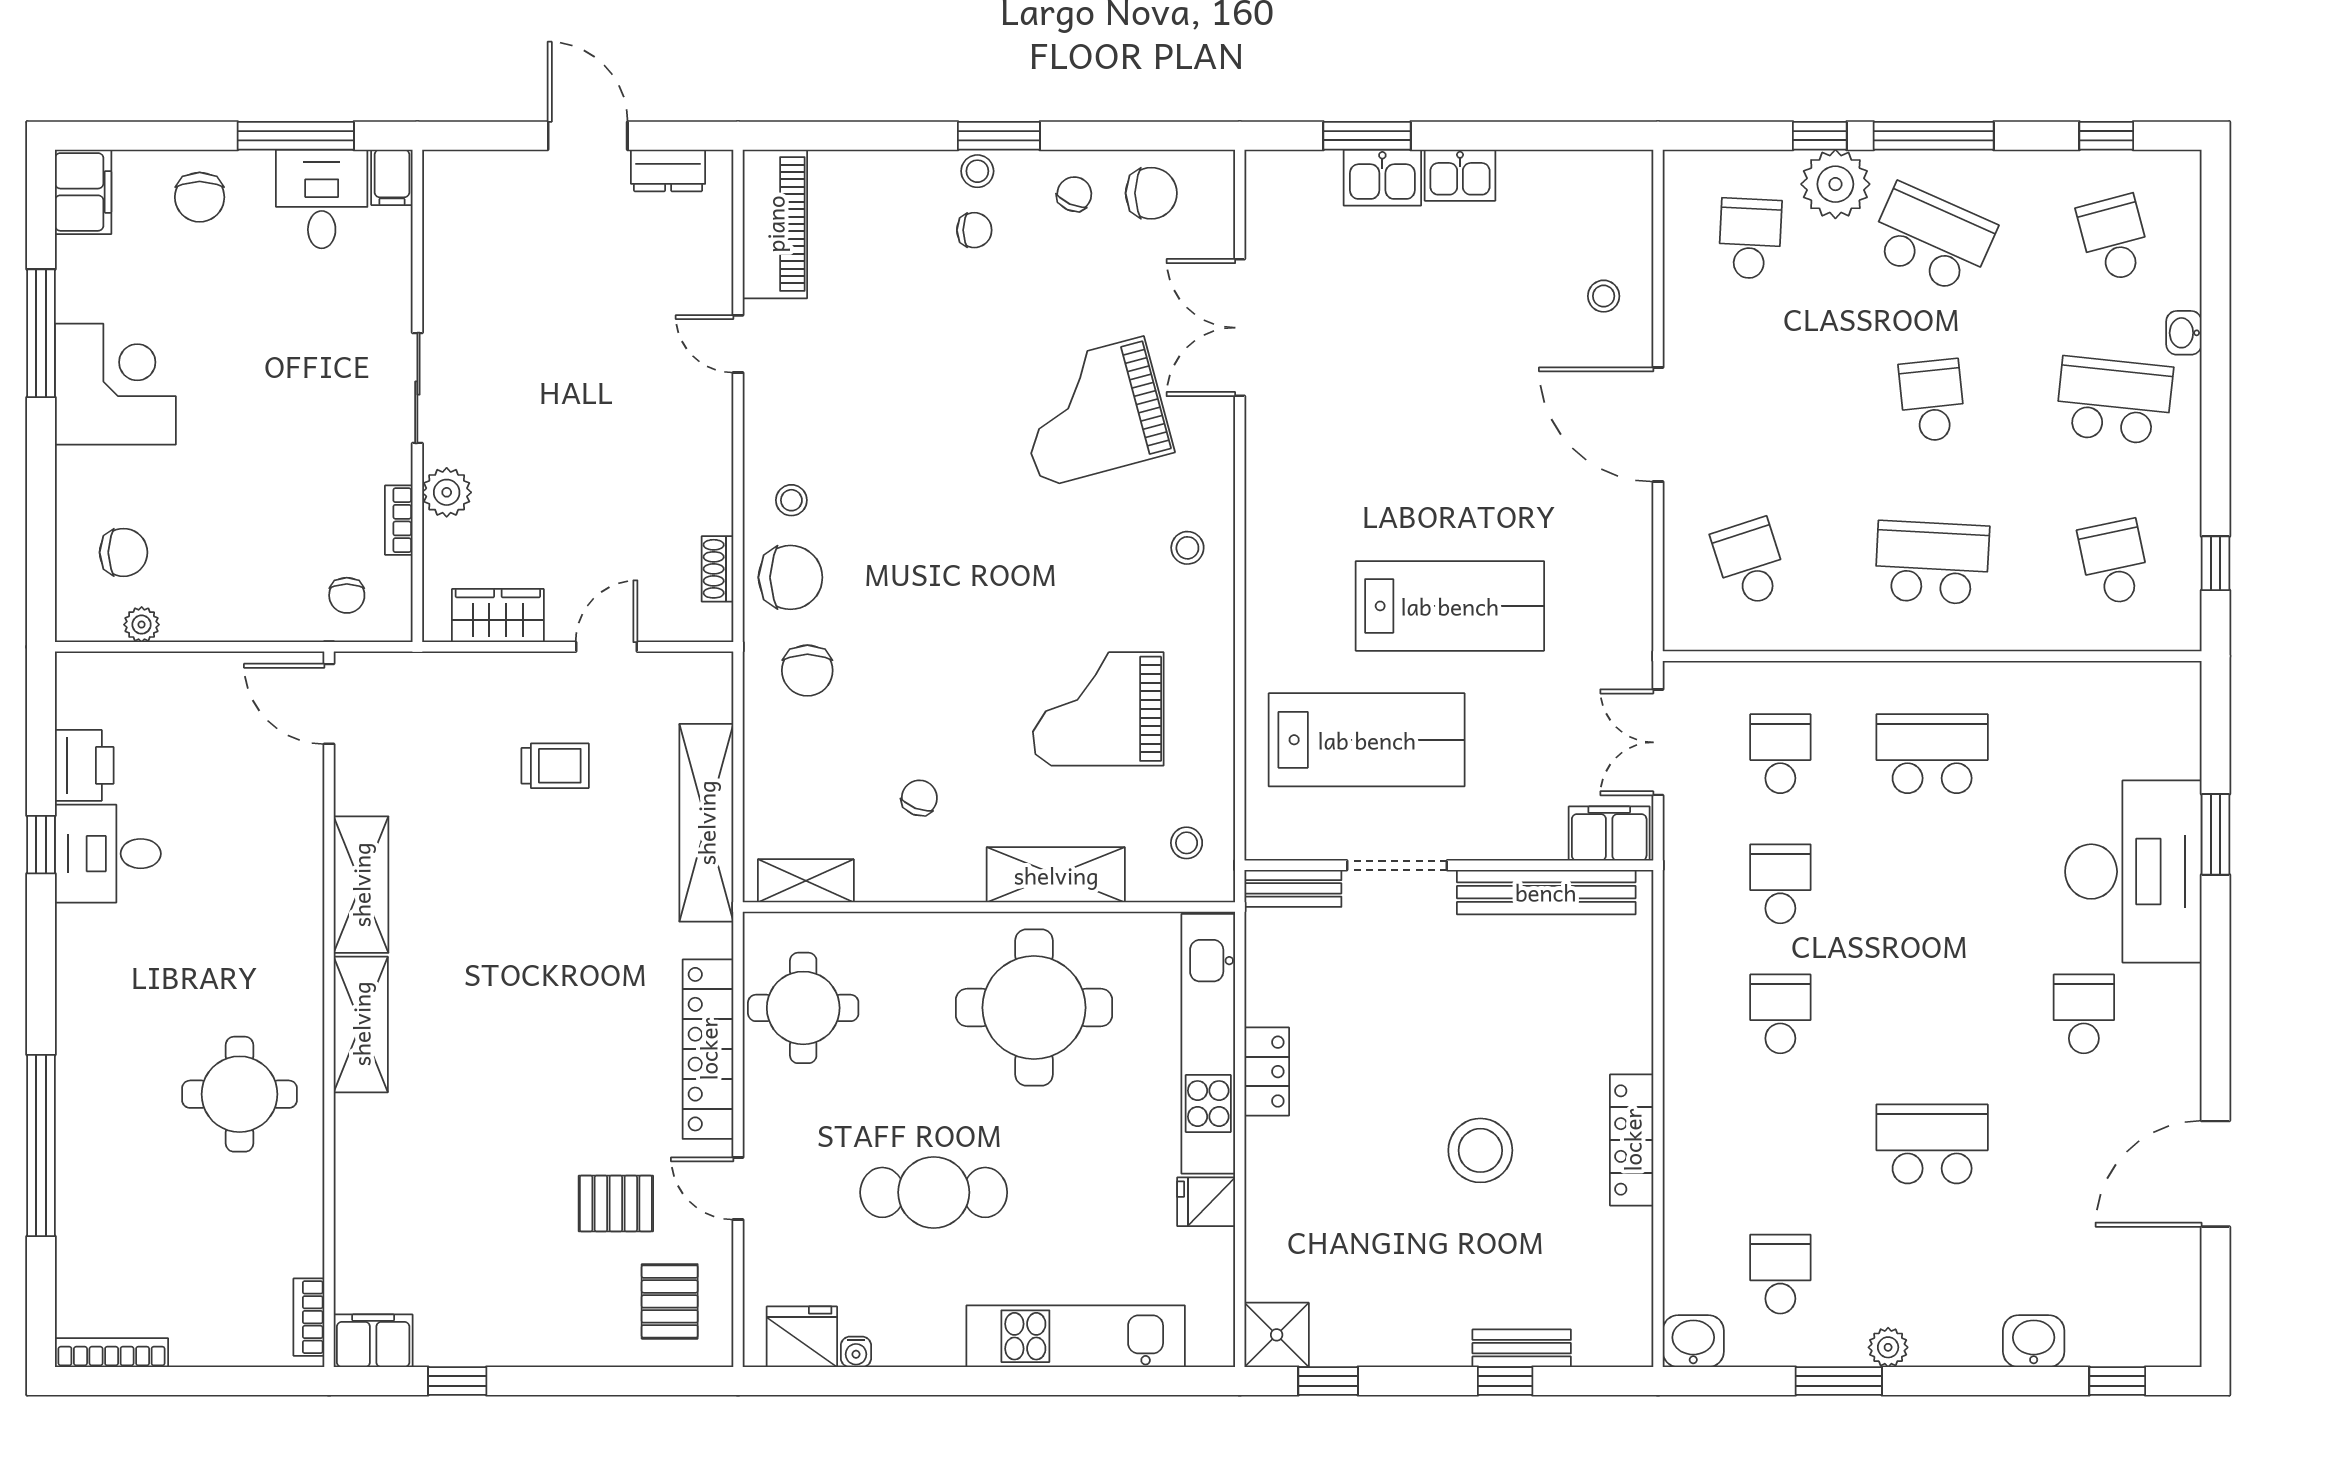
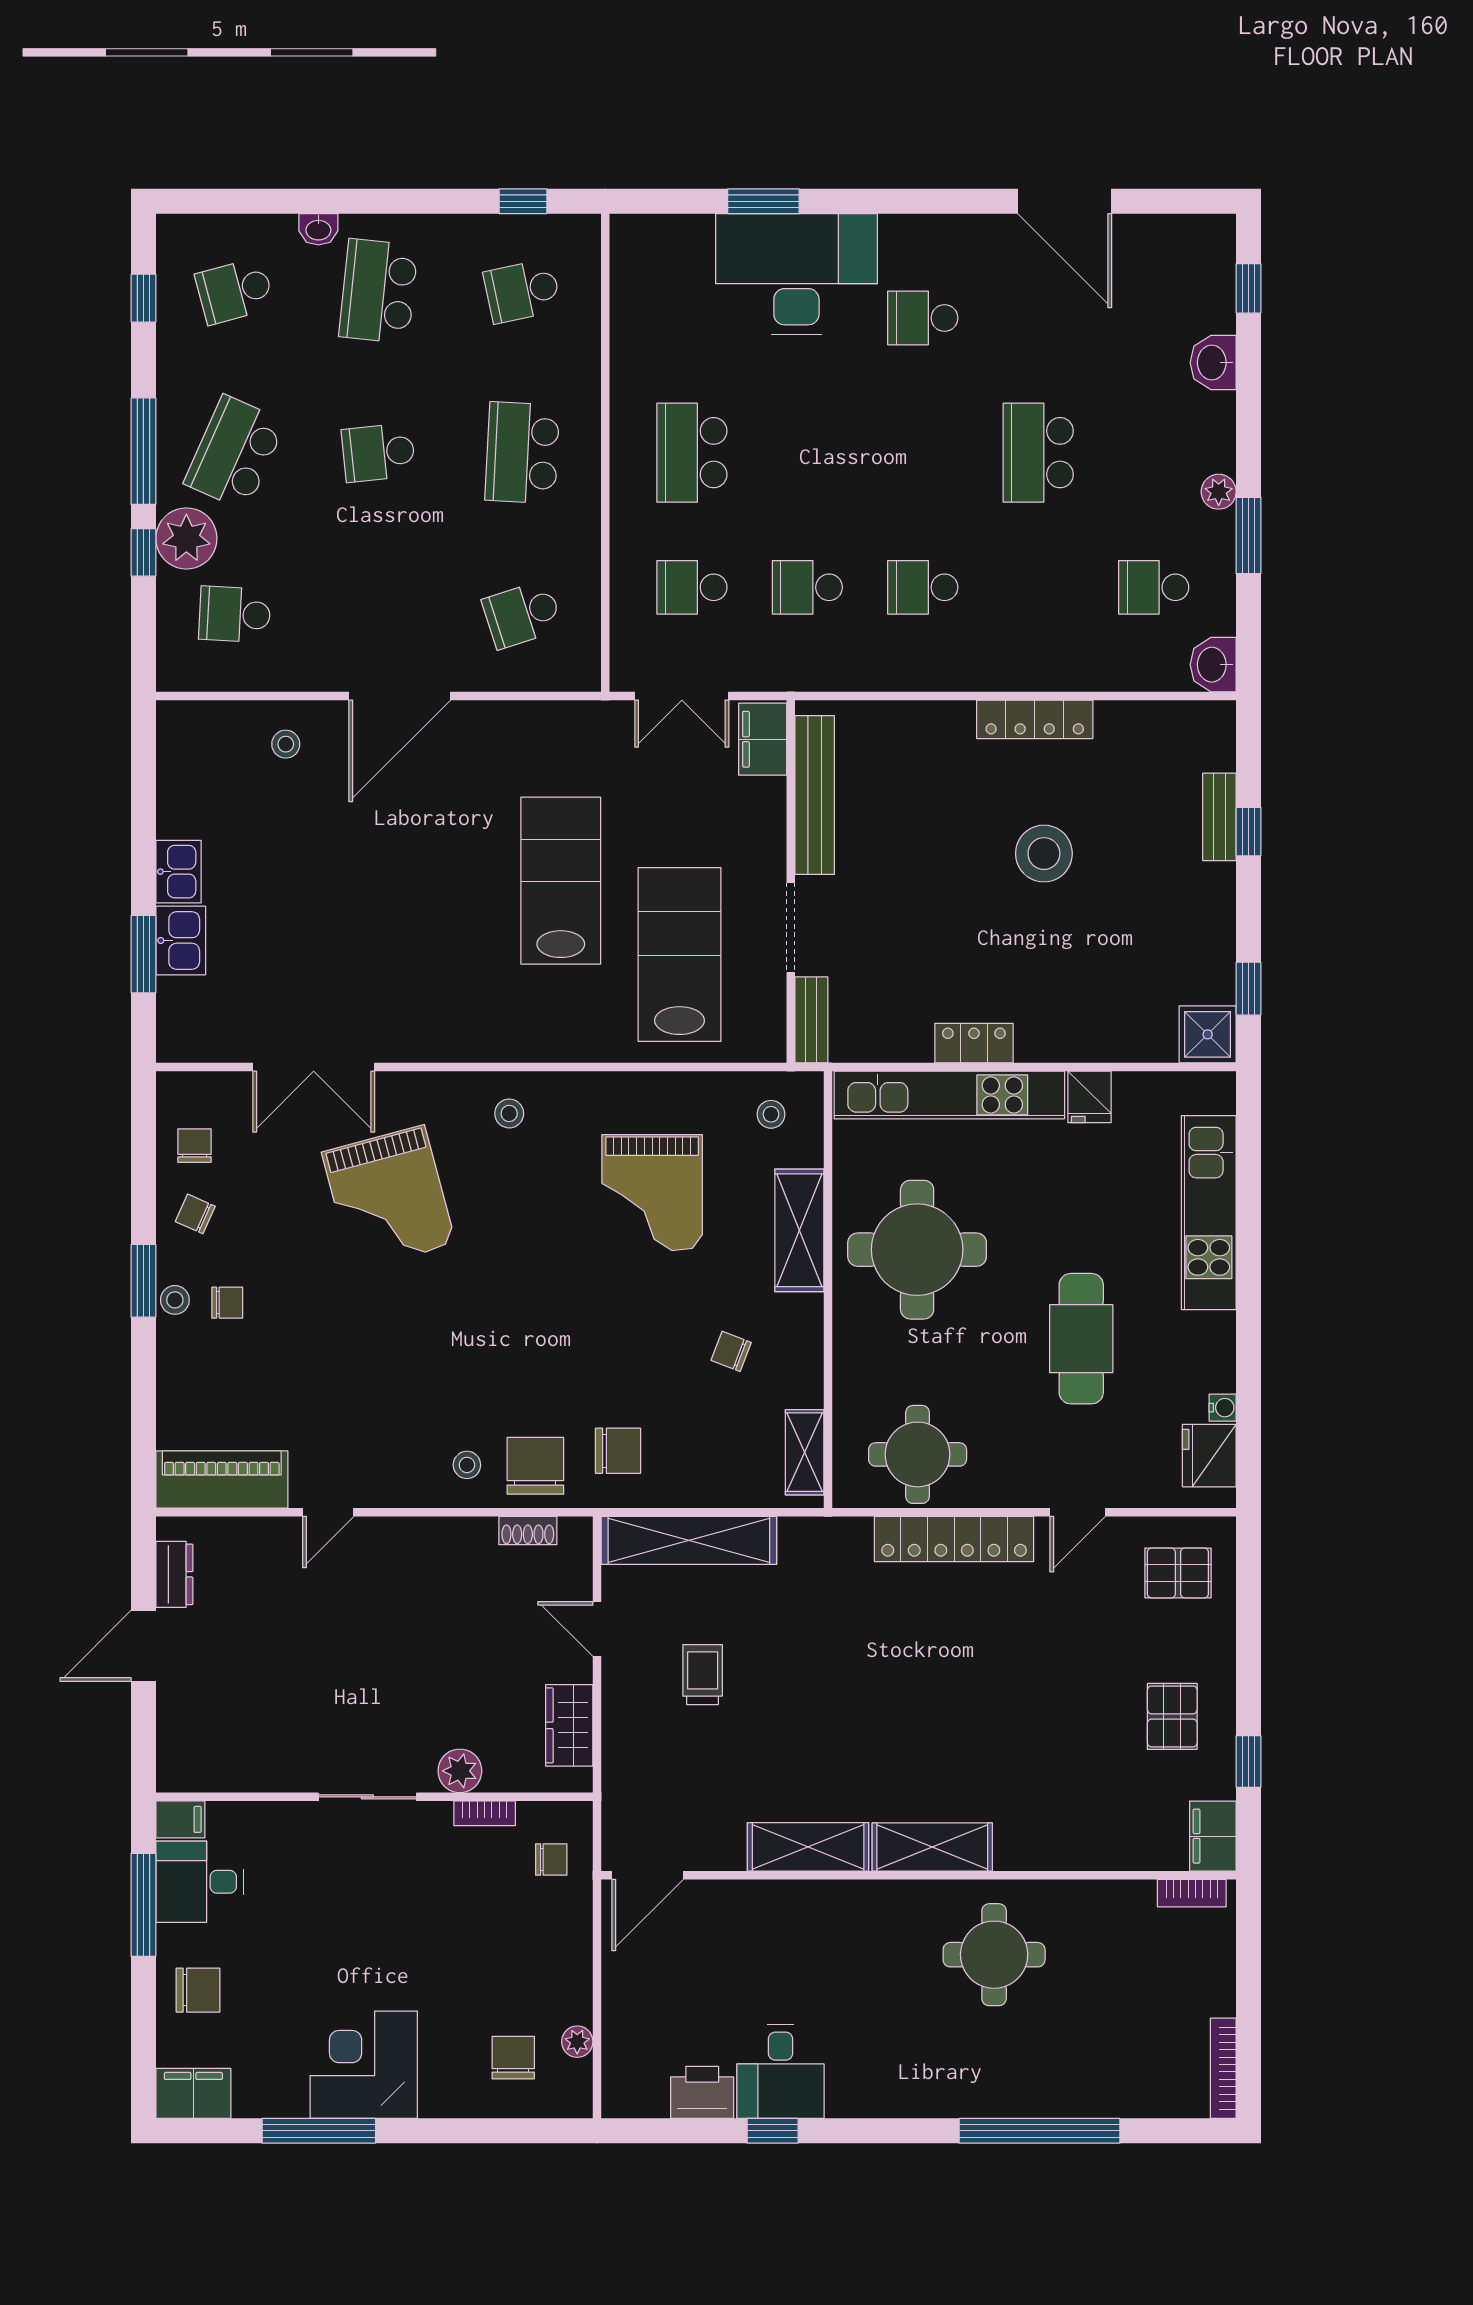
chair: (1151, 193) -> (194, 1146), width x0.73, depth x0.73
chair: (974, 230) -> (227, 1303), turned 90
shelving: (706, 823) -> (689, 1540), moved
pallet: (616, 1203) -> (1172, 1716), moved

